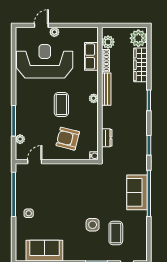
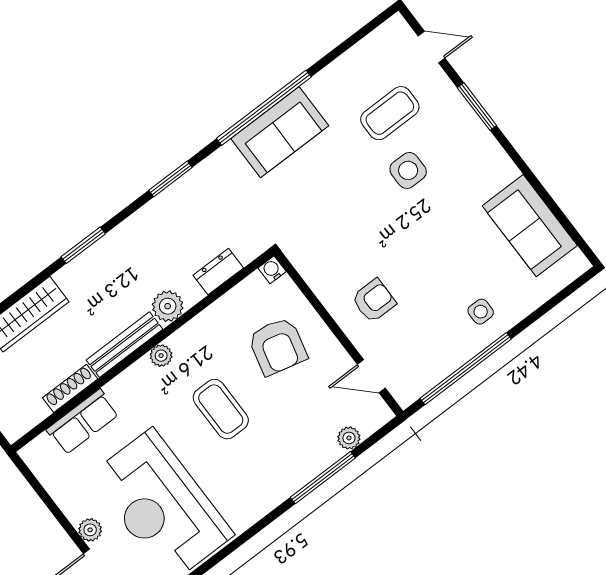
plant: (108, 42) -> (168, 306), moved
coffee table: (61, 105) -> (221, 409), turned 90
armchair: (59, 181) -> (374, 301), added

